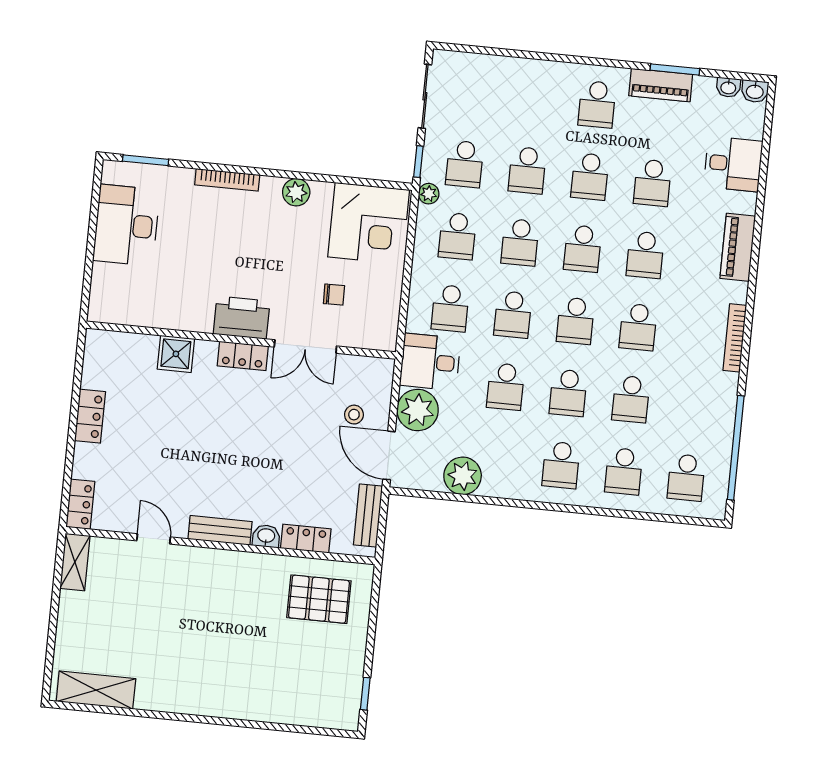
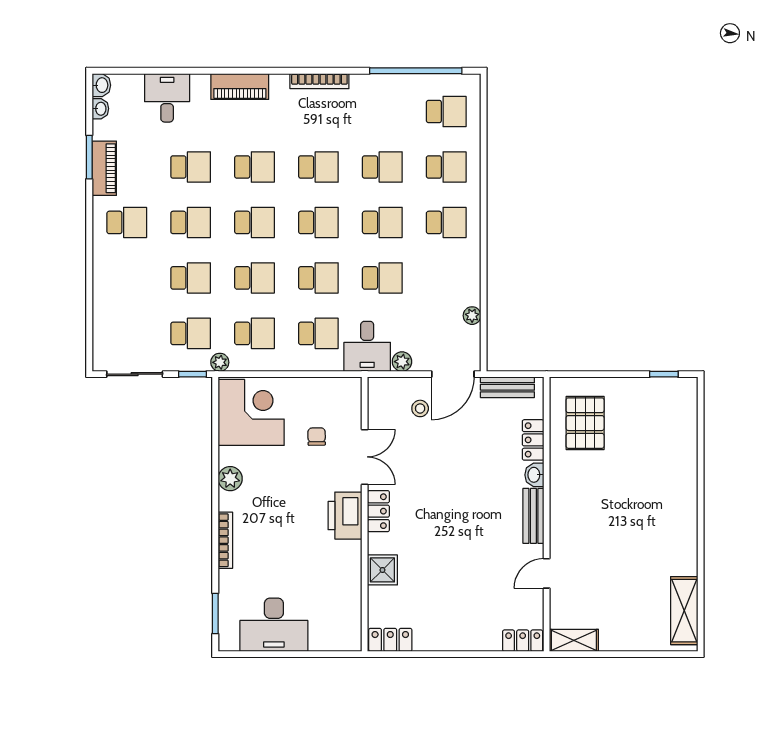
plant: (418, 410) -> (402, 362), width x0.53, depth x0.53
locker: (90, 416) -> (390, 640), moved
plant: (463, 476) -> (472, 316), width x0.53, depth x0.53

